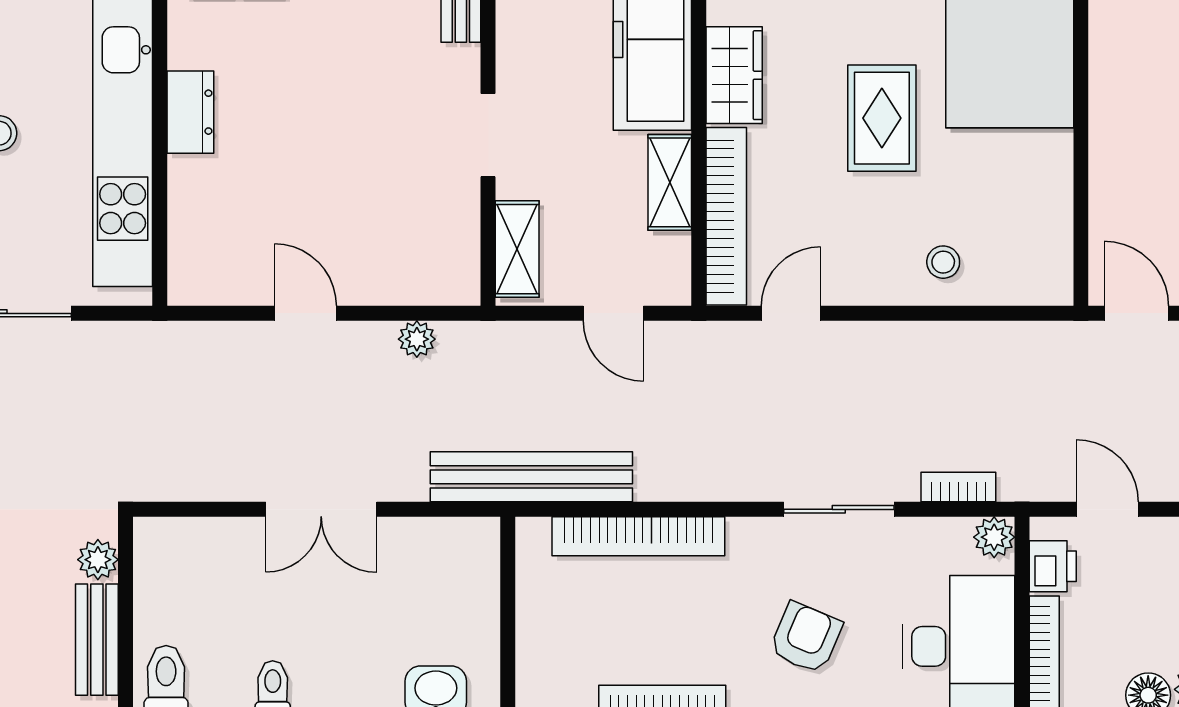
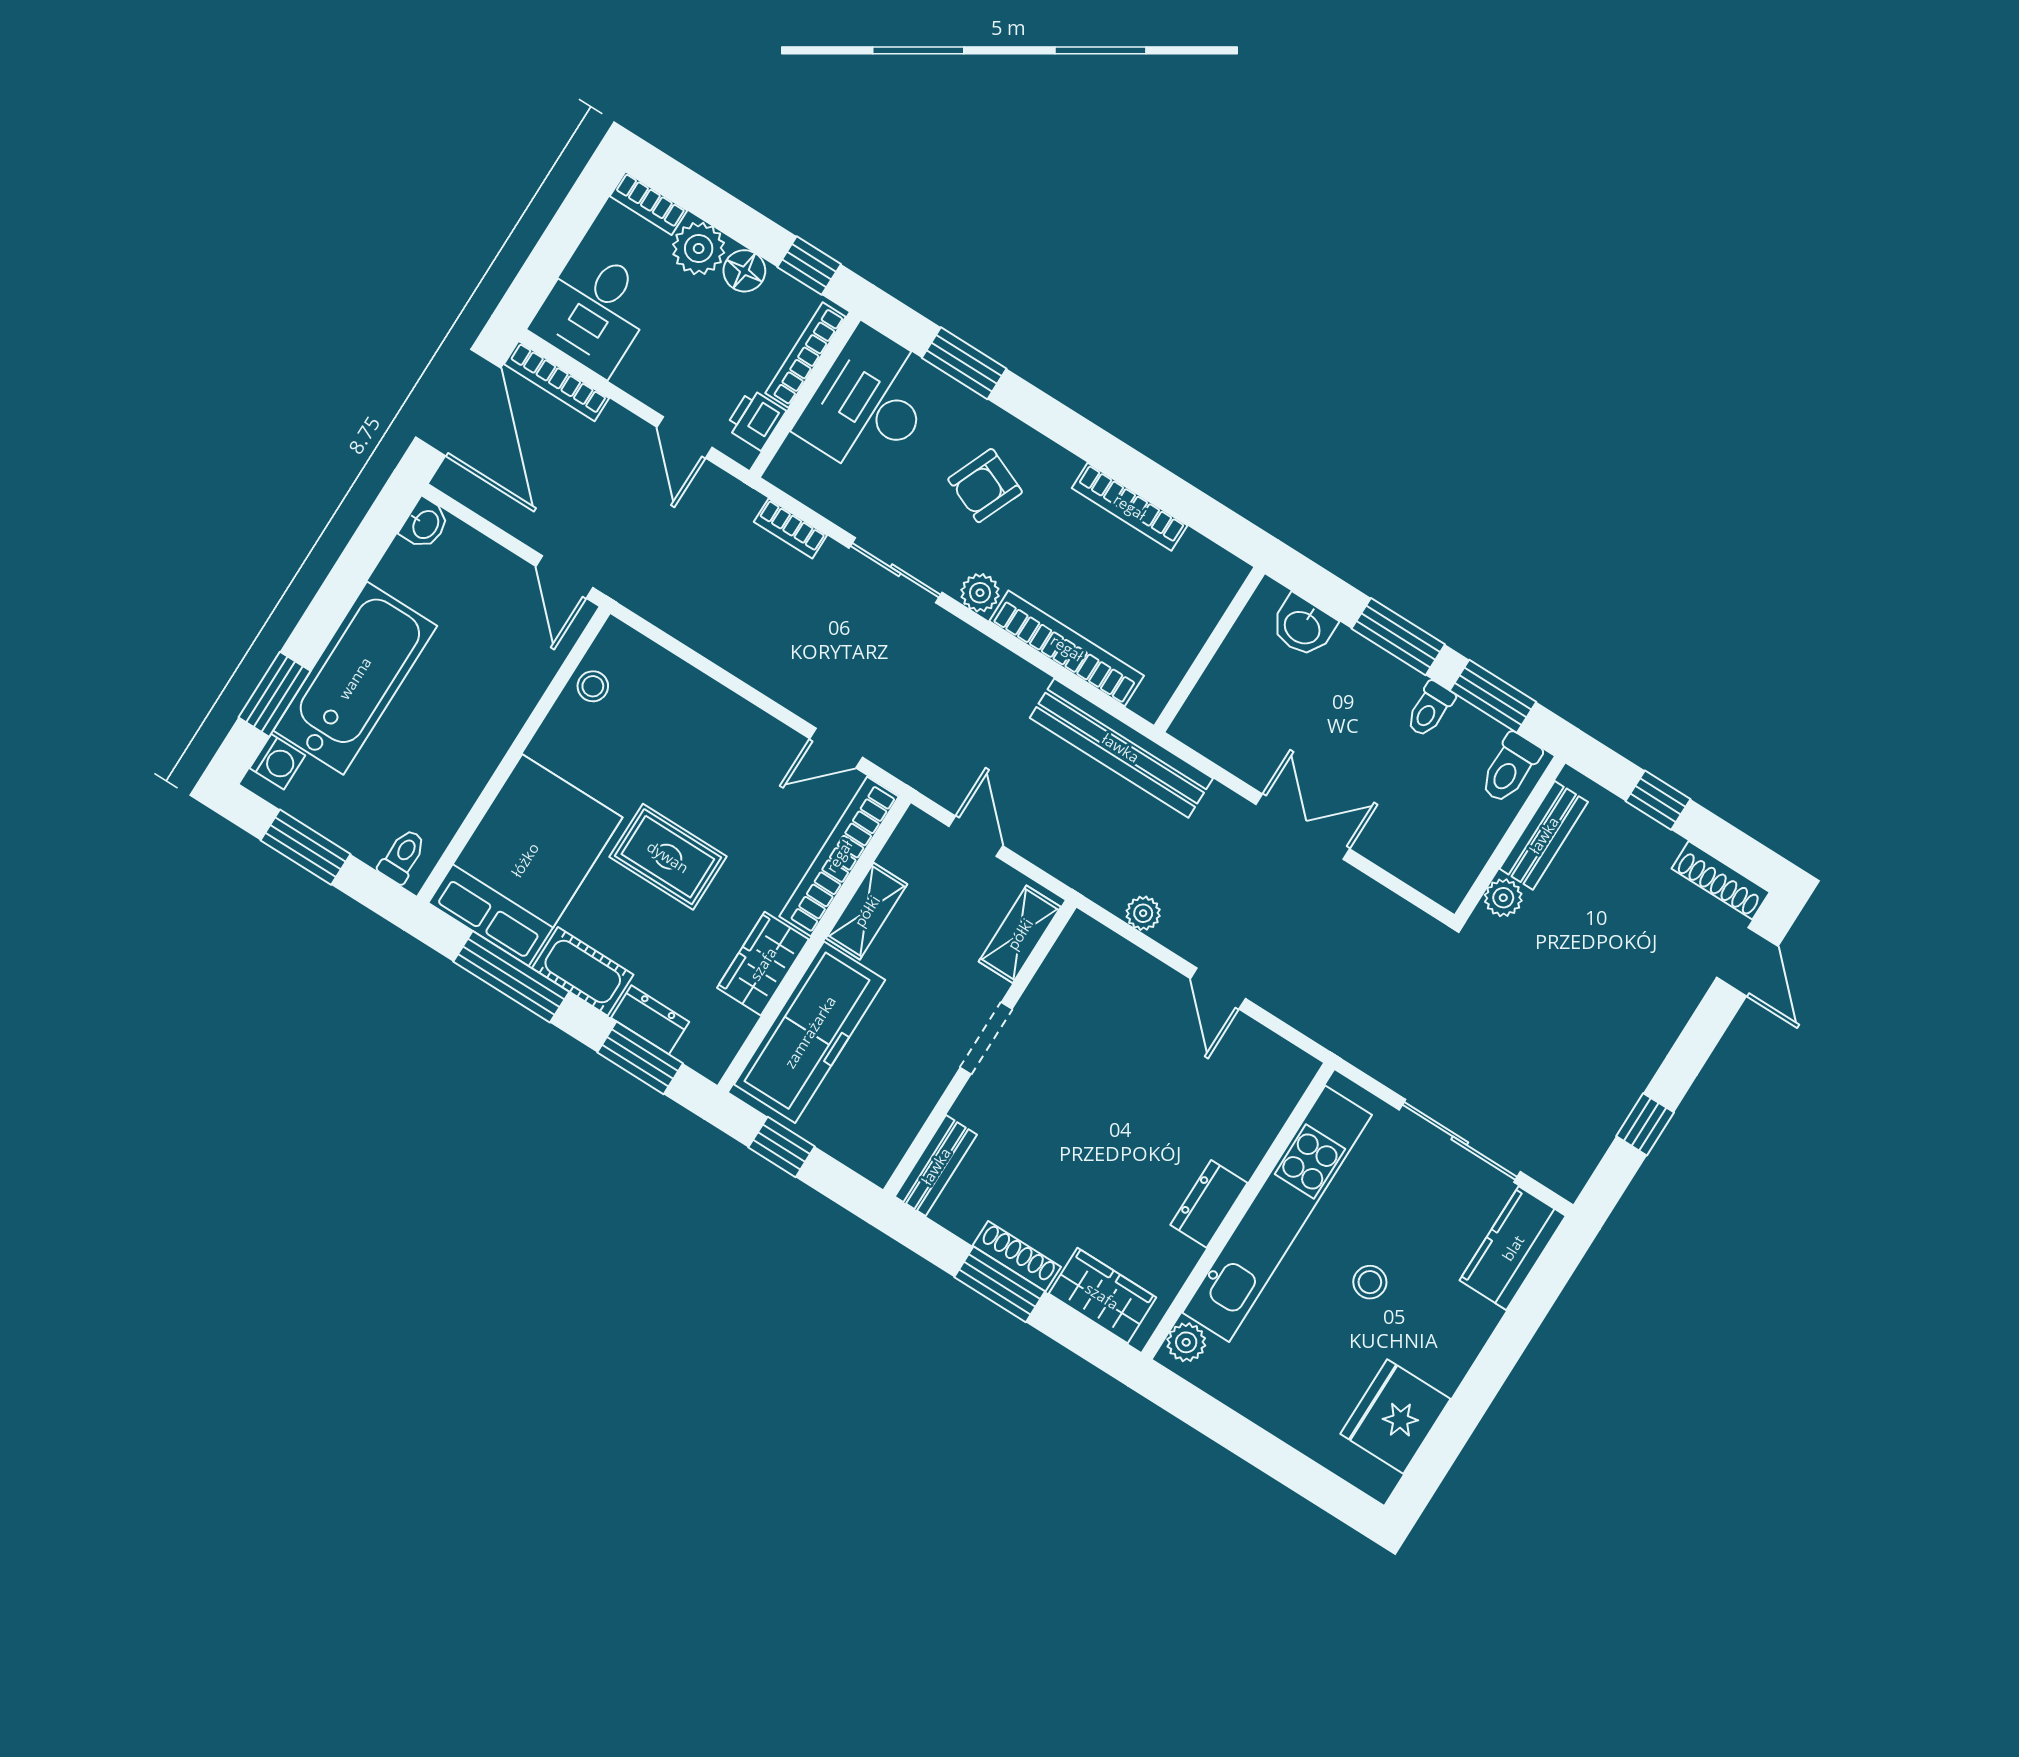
rug: (882, 118) -> (668, 857), turned 90
stool: (943, 262) -> (593, 686), moved
plant: (994, 537) -> (980, 593), moved

